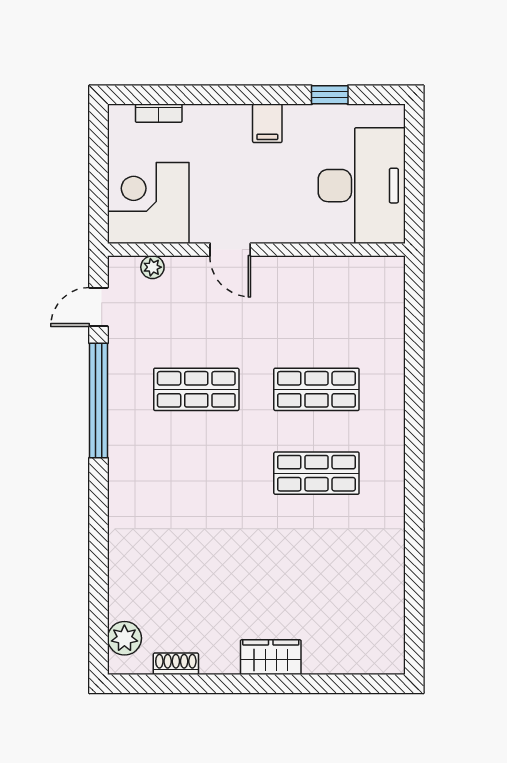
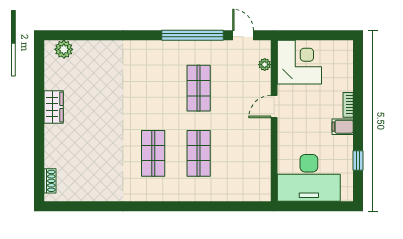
bookcase: (159, 113) -> (348, 105), moved
wardrobe: (271, 657) -> (54, 107), moved
shoe rack: (176, 664) -> (50, 181), moved

